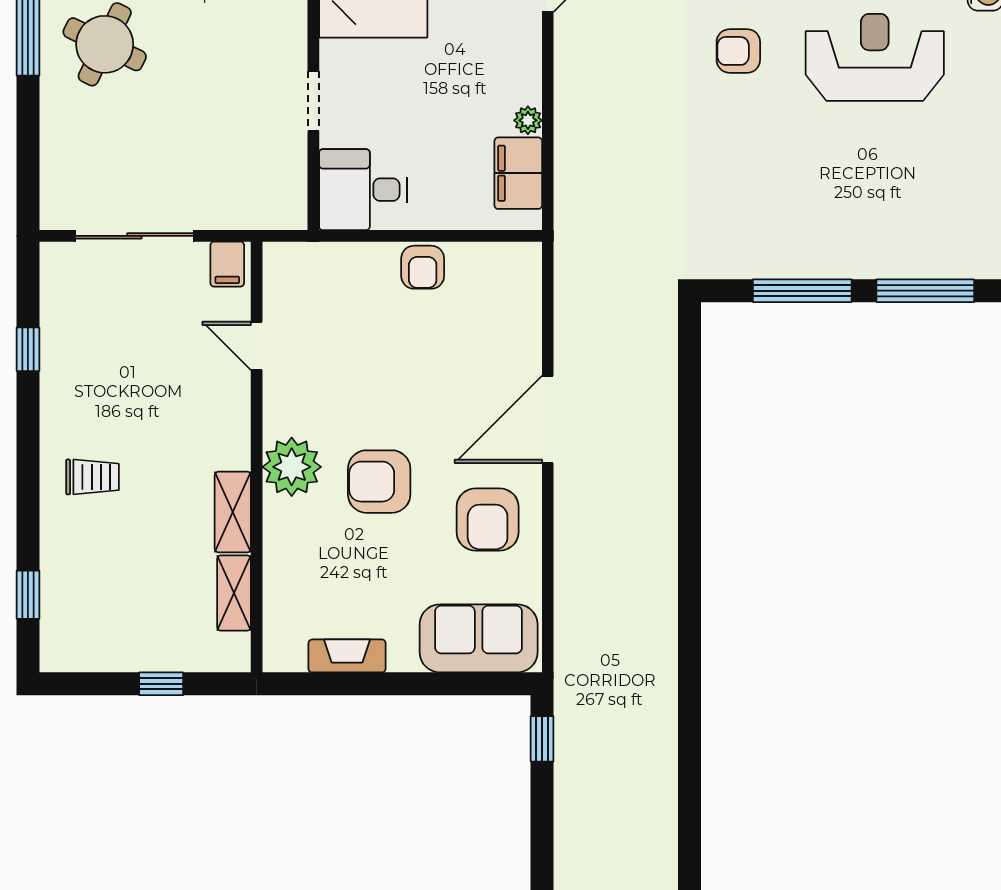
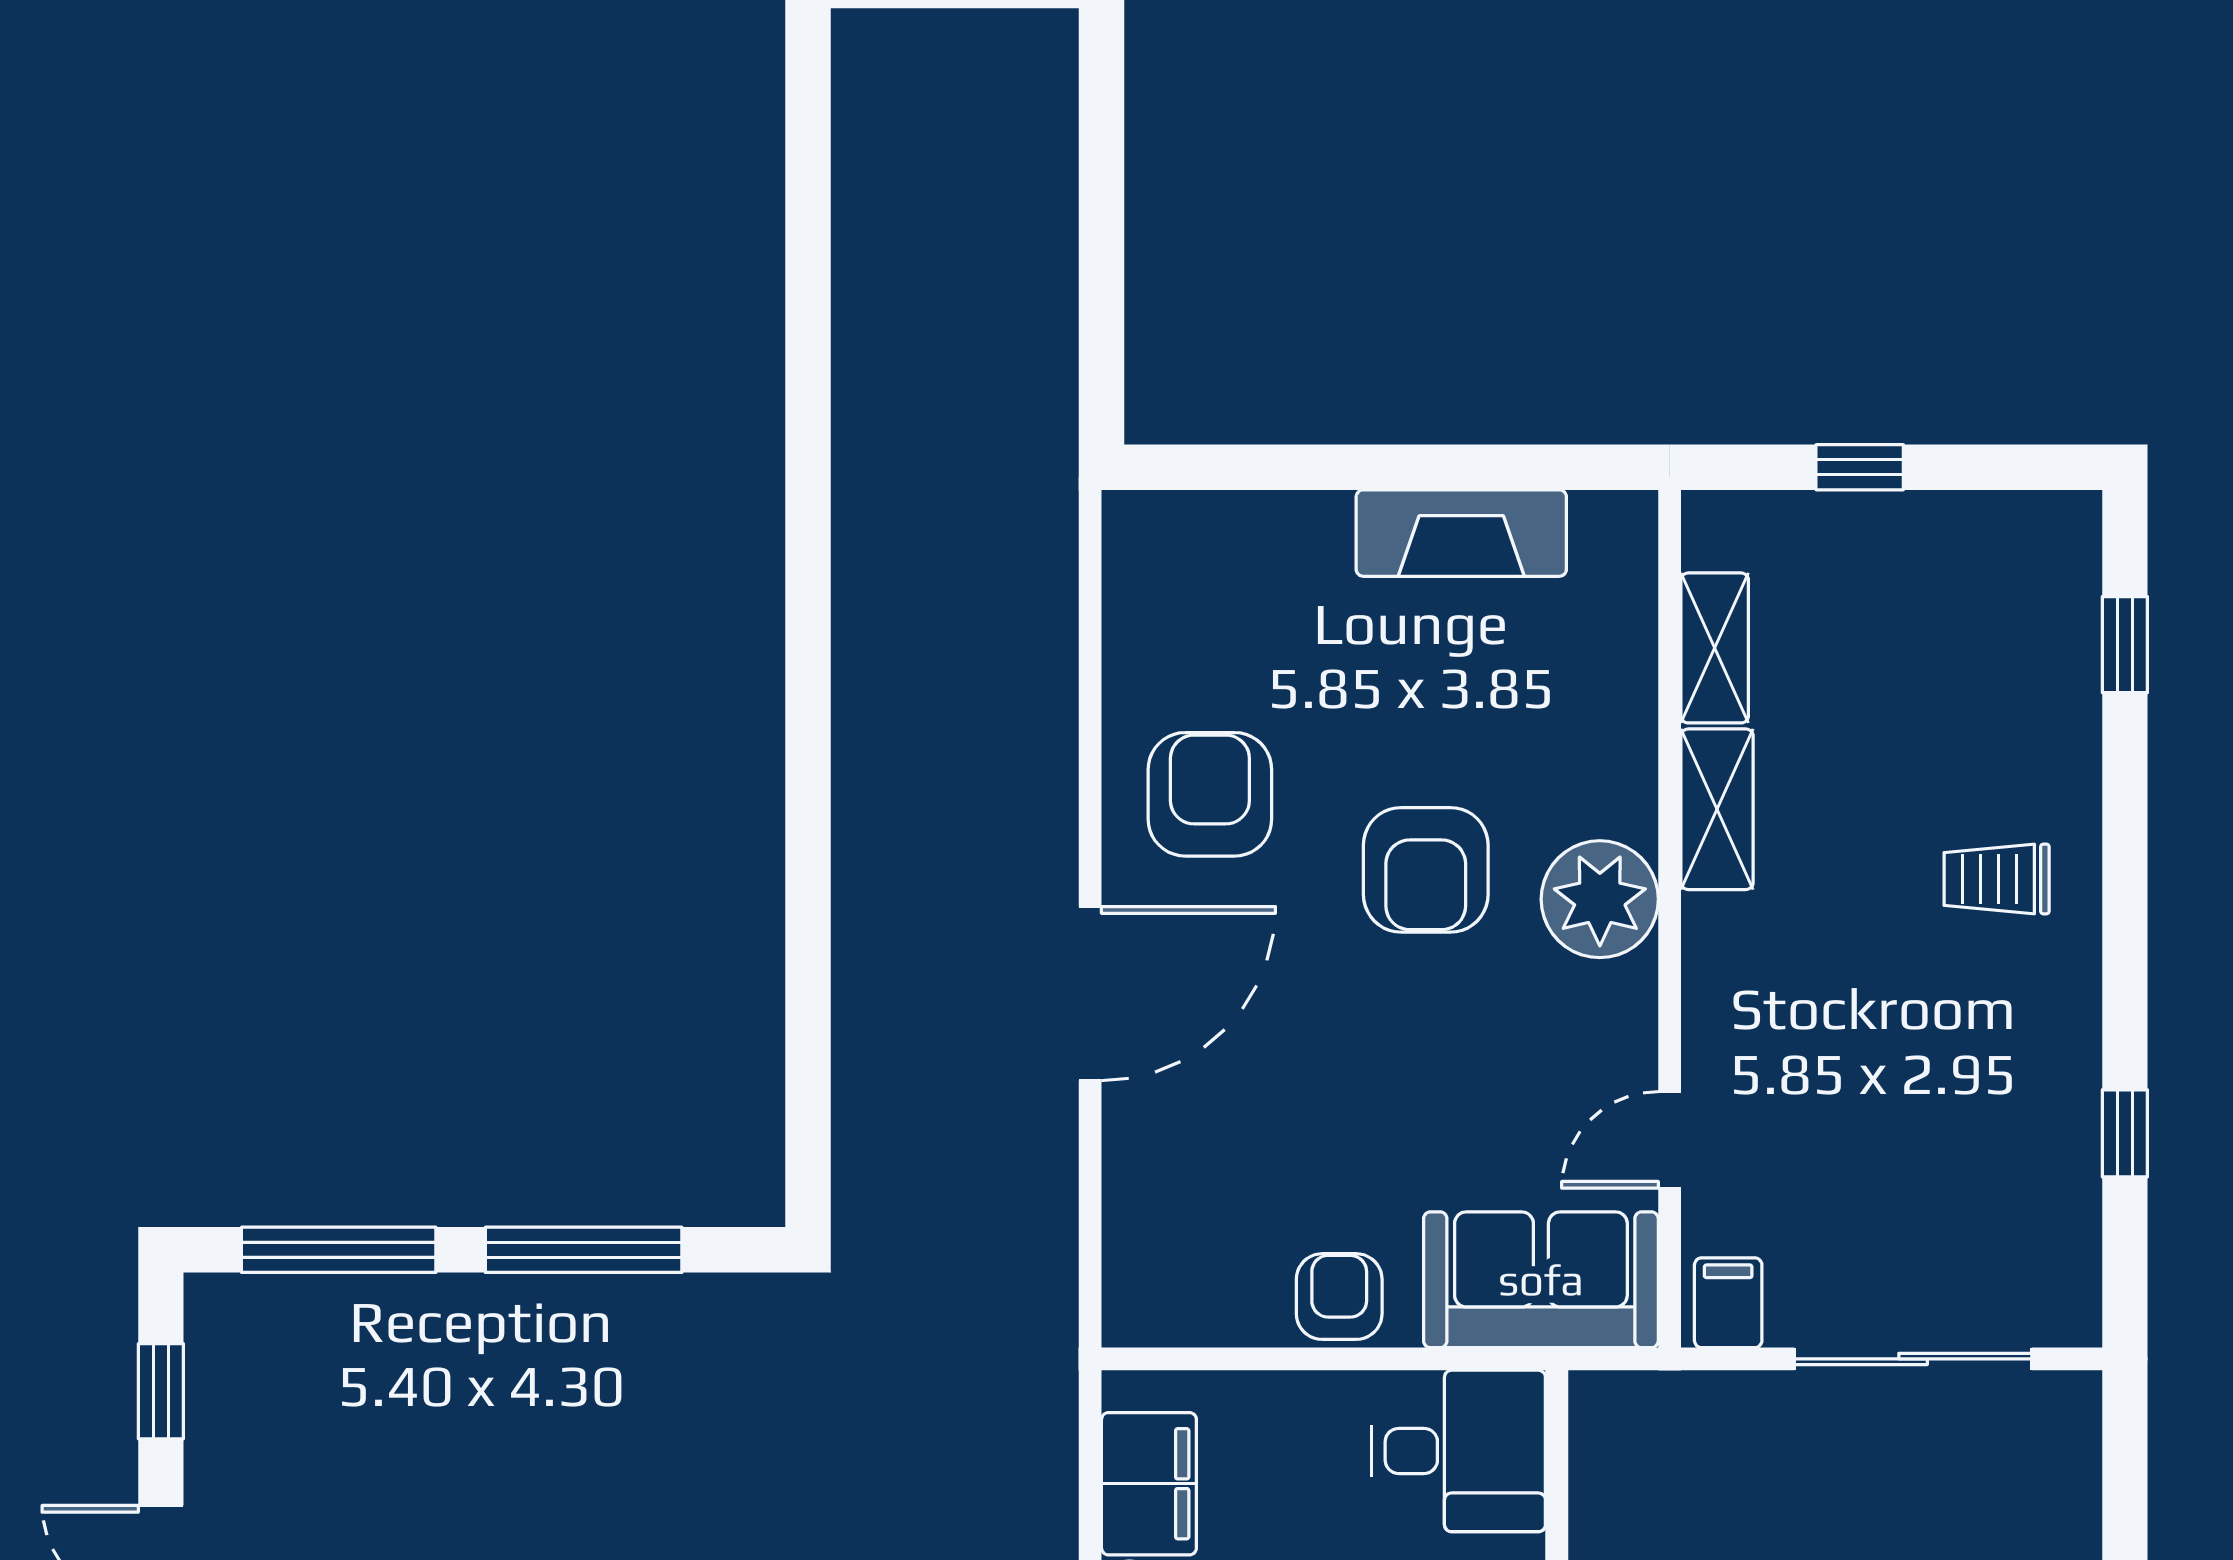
door: (257, 346) -> (1670, 1140), swing flipped
armchair: (379, 482) -> (1426, 870), turned 90
sofa: (479, 638) -> (1541, 1280), moved, turned 180
fireplace: (347, 656) -> (1461, 533), width x1.37, depth x1.32
window: (542, 739) -> (1101, 358), removed

